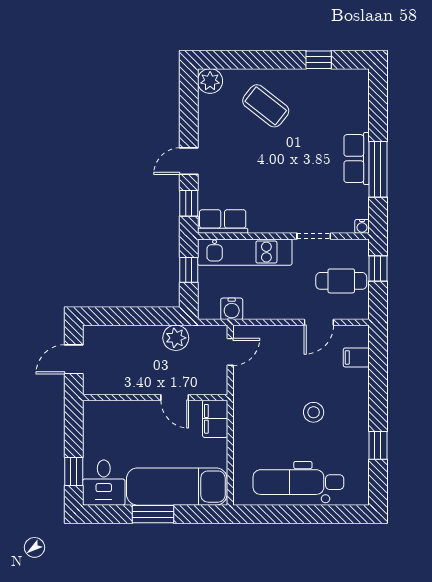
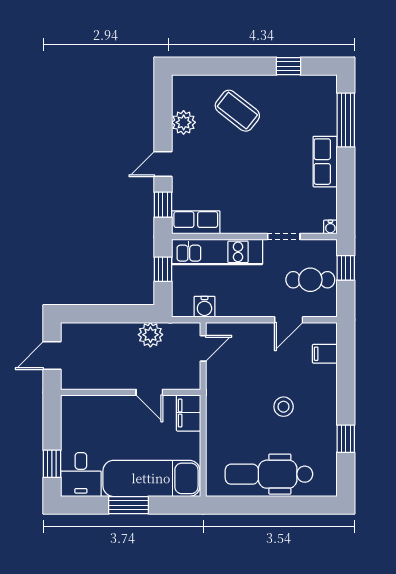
plant: (210, 81) -> (184, 122), moved
window: (378, 169) -> (346, 120), moved

